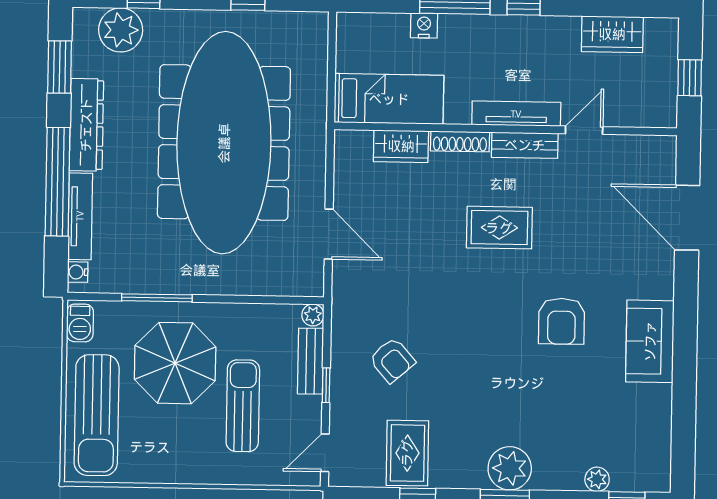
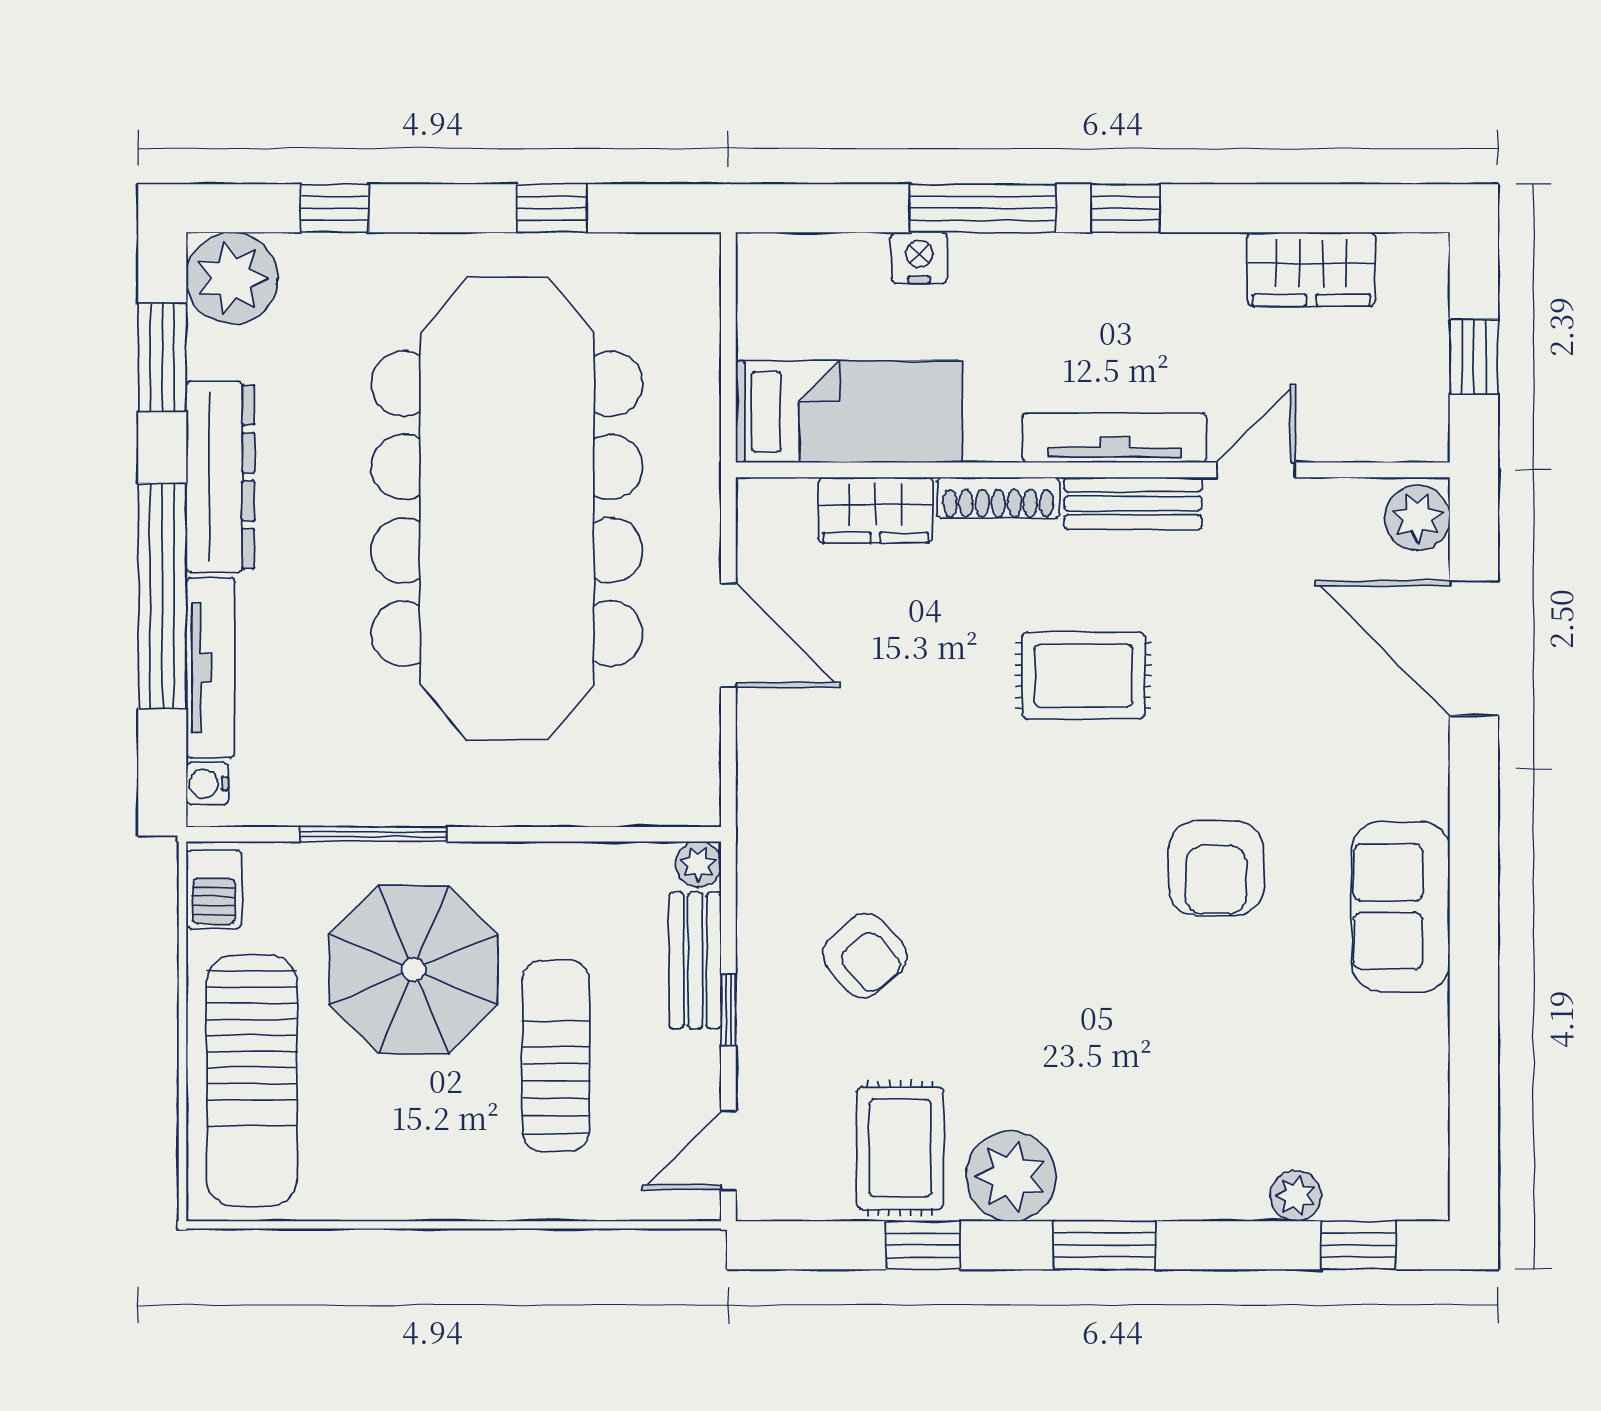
plant: (121, 30) -> (232, 278), moved
plant: (661, 155) -> (1417, 518), added
door: (329, 234) -> (728, 636), moved
plant: (510, 468) -> (1011, 1176), moved

